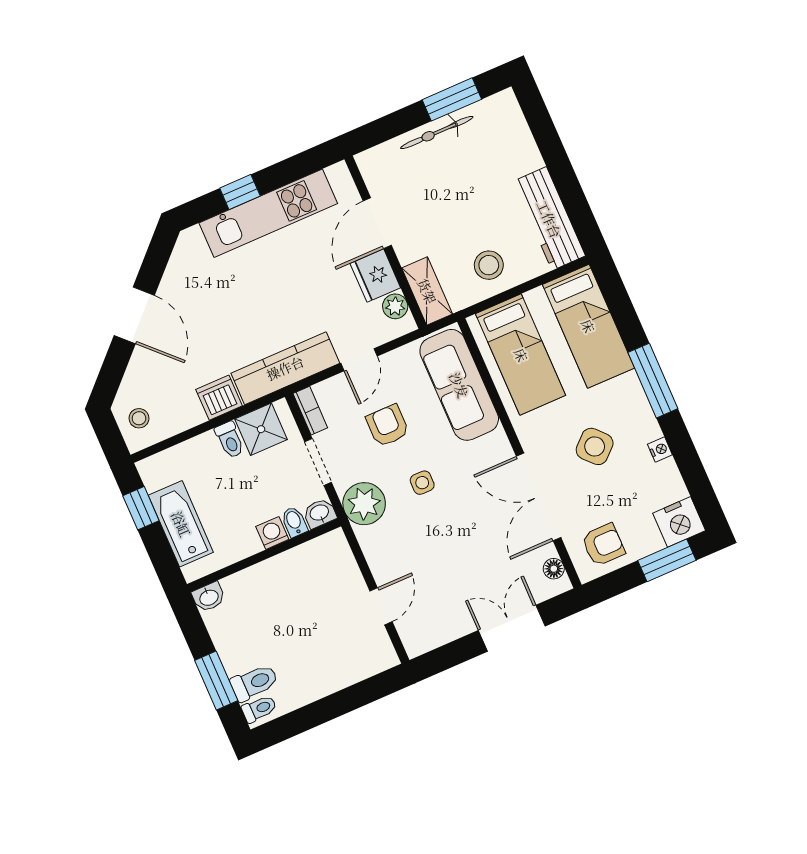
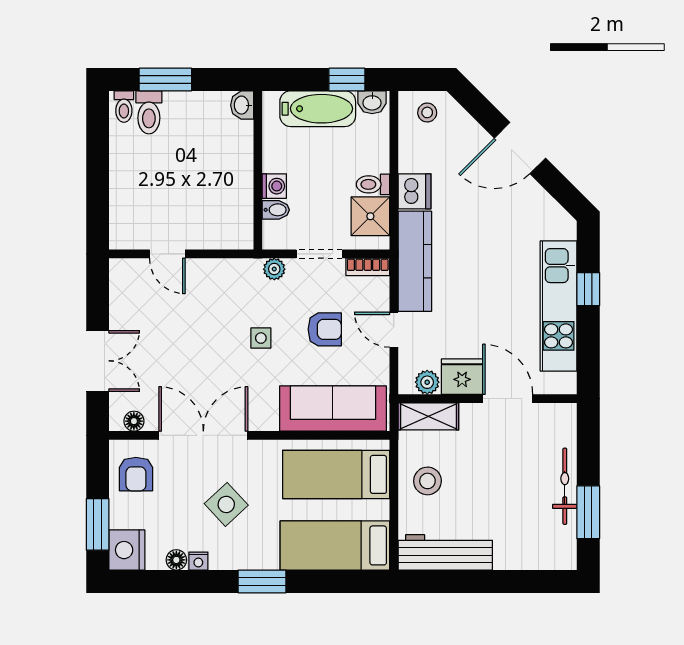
window: (653, 381) -> (262, 581), width x0.69
floor lamp: (668, 471) -> (176, 560), added
plant: (364, 504) -> (274, 269), width x0.53, depth x0.53
washbasin: (320, 513) -> (372, 102), moved, turned 90

